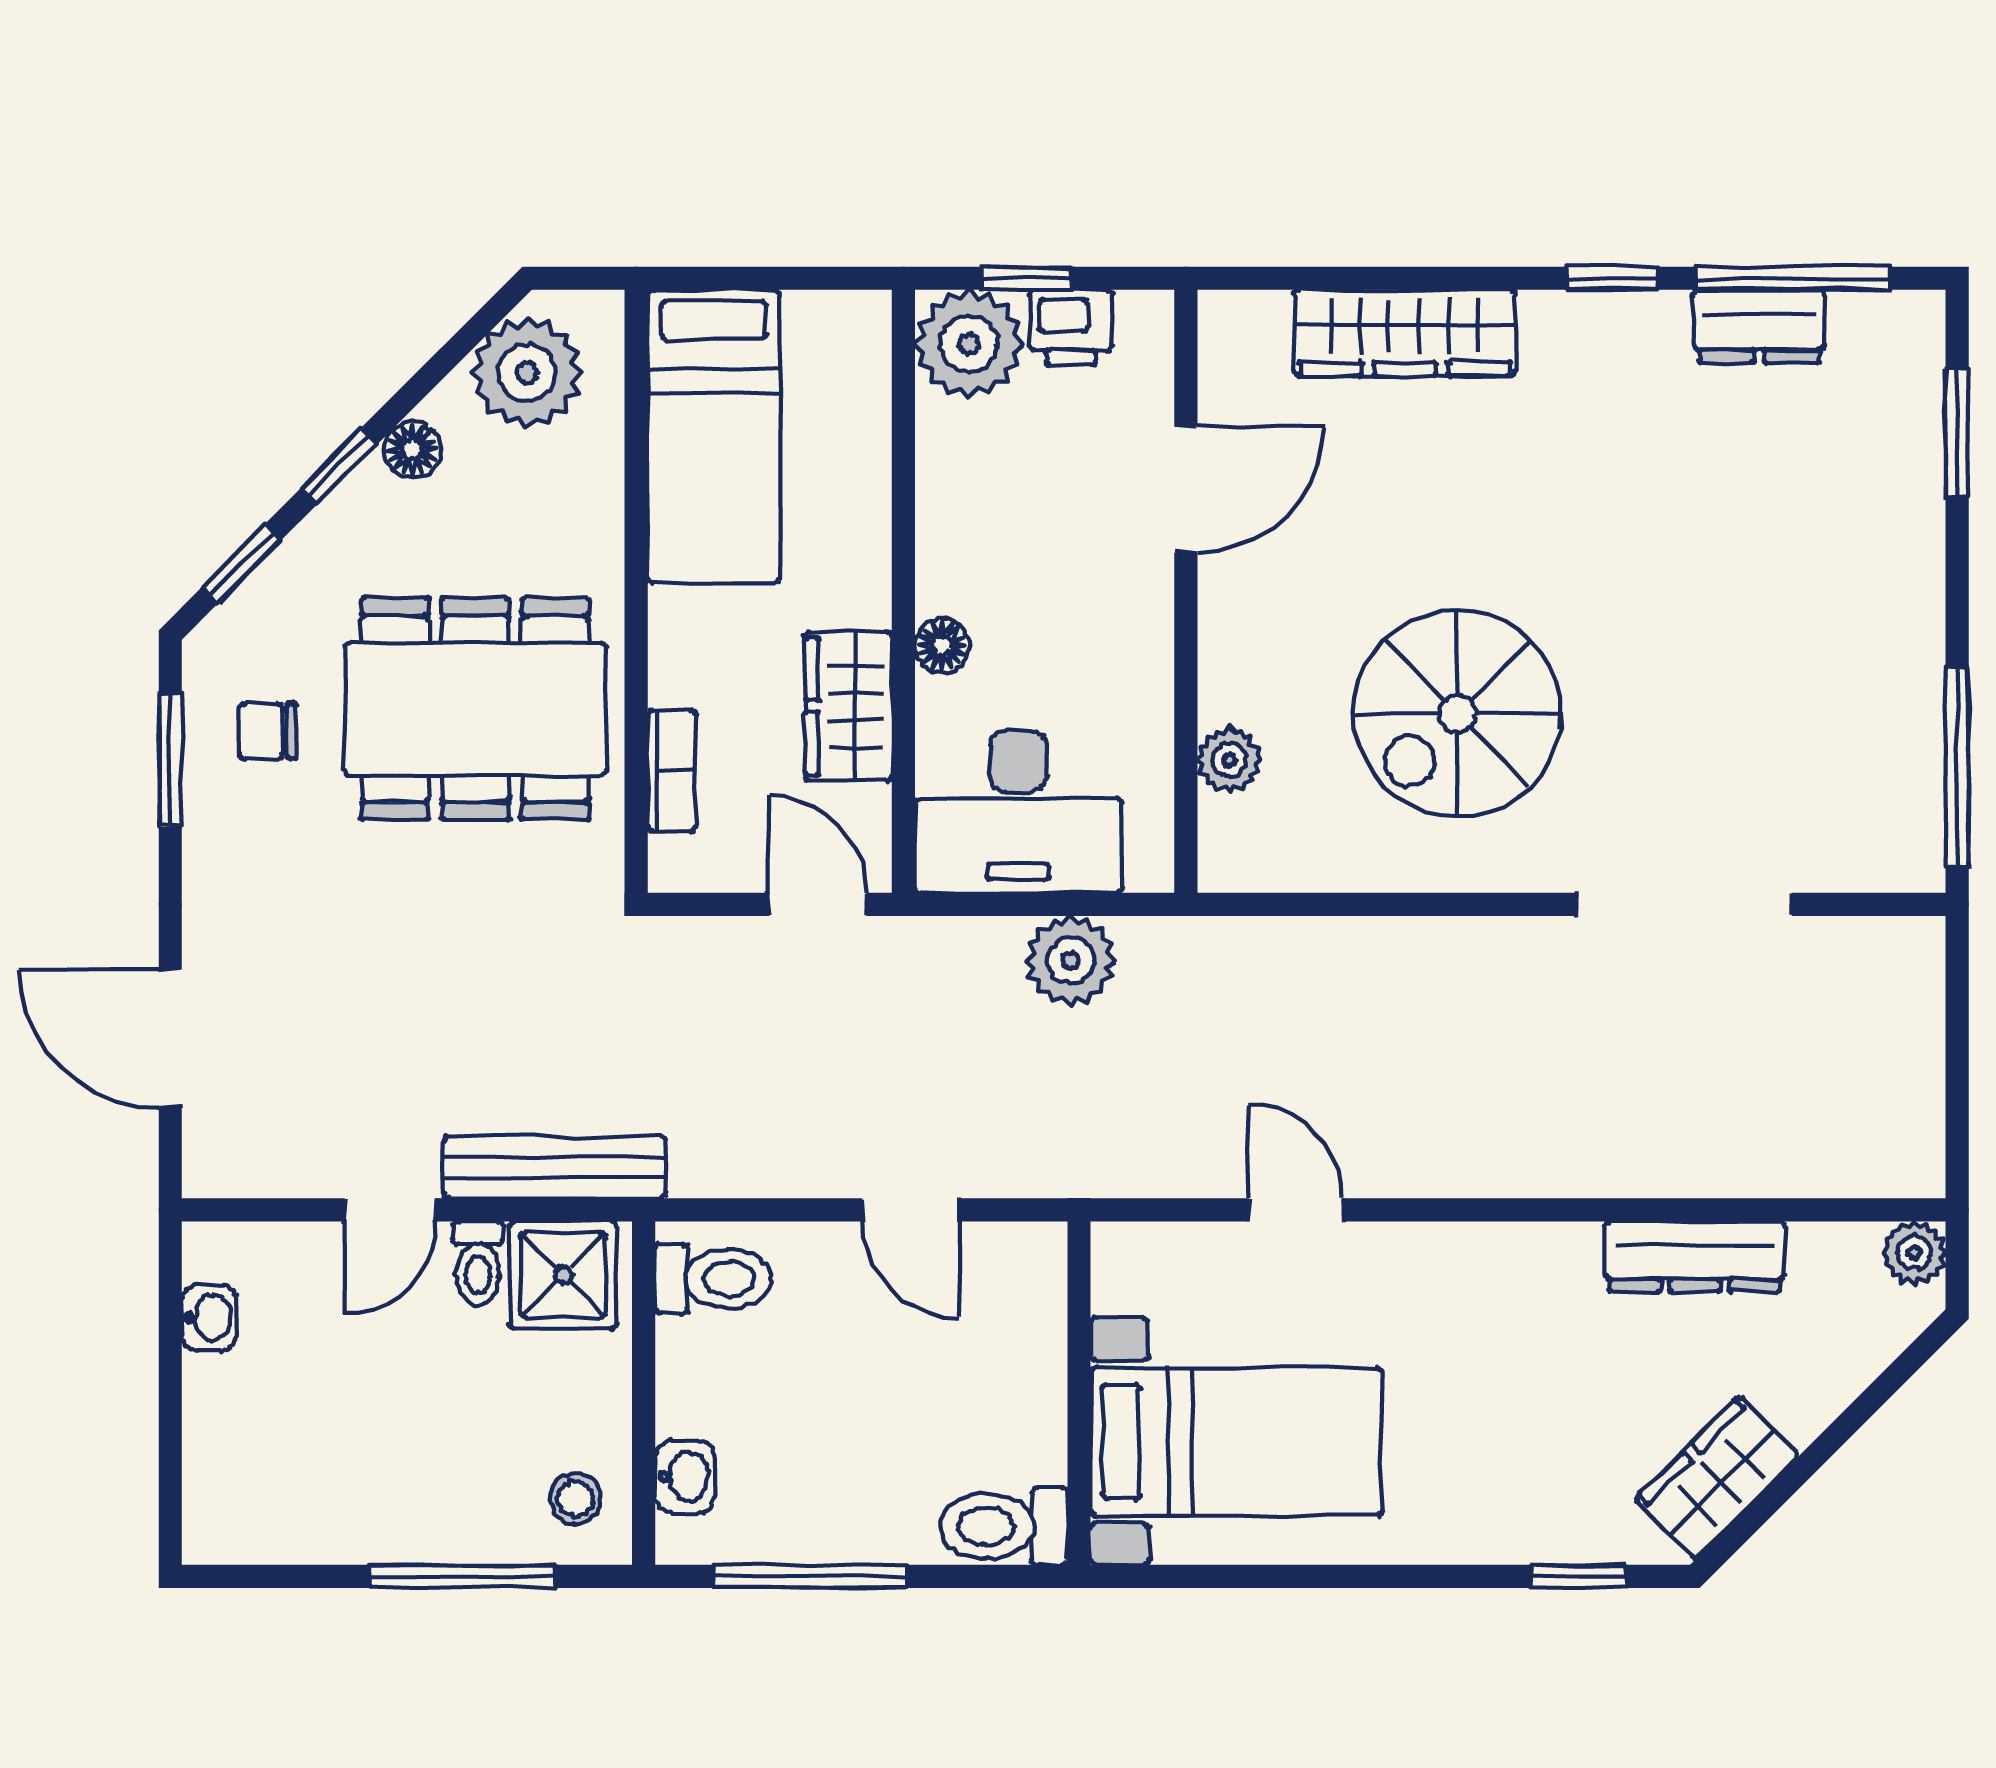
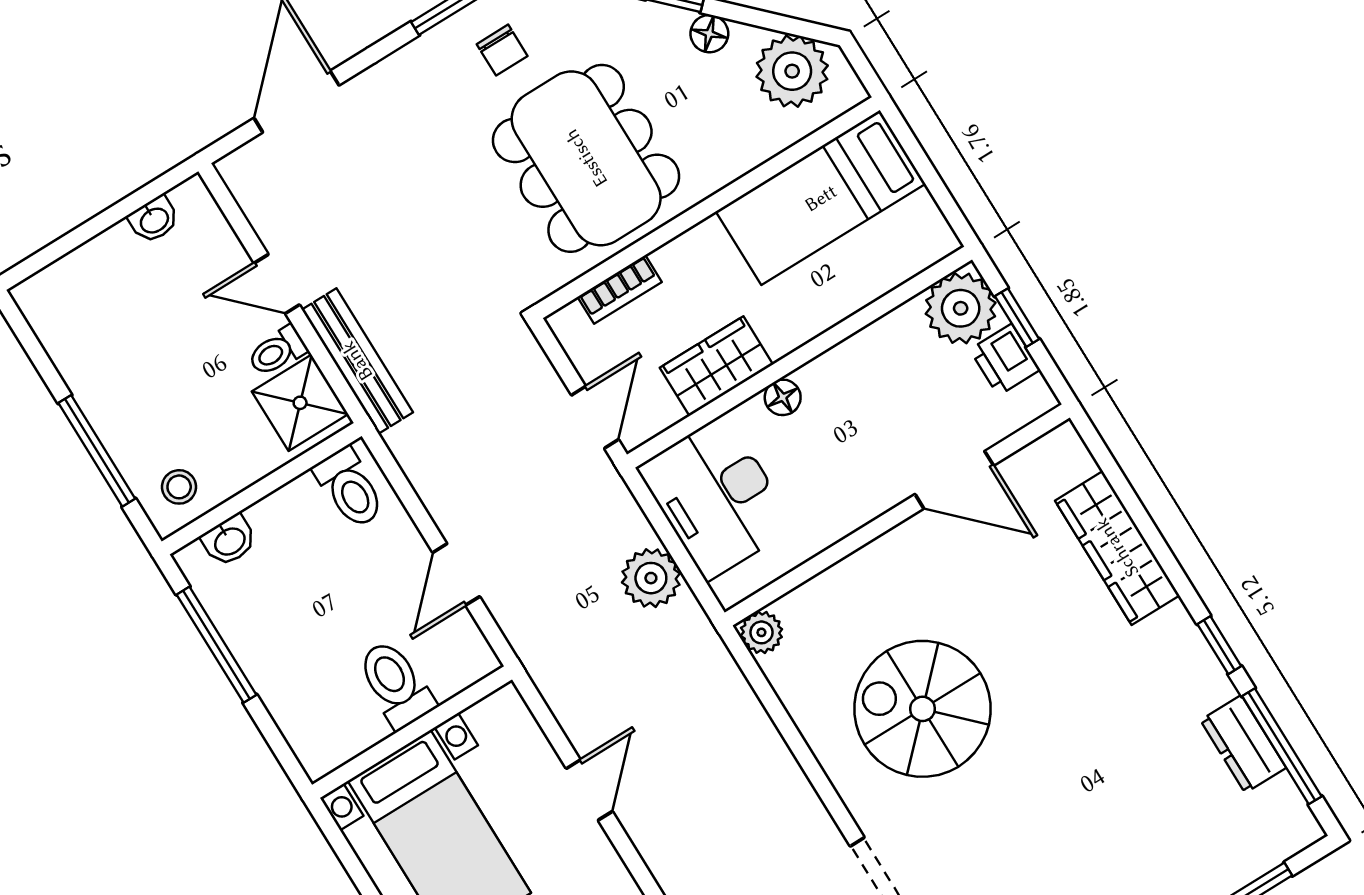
chair: (268, 731) -> (502, 50), turned 180
plant: (1229, 760) -> (761, 632), moved
toilet: (1004, 1526) -> (396, 684), moved

